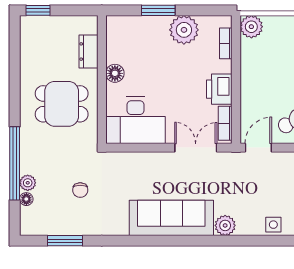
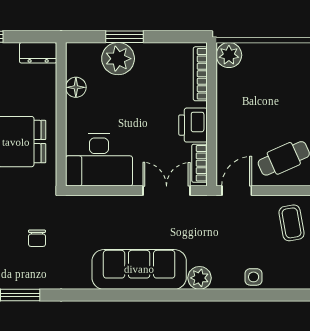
plant: (184, 30) -> (118, 59), moved
bookcase: (226, 43) -> (200, 74), width x1.56
dresser: (88, 52) -> (38, 53), moved, turned -90
floor lamp: (115, 73) -> (76, 87), moved

